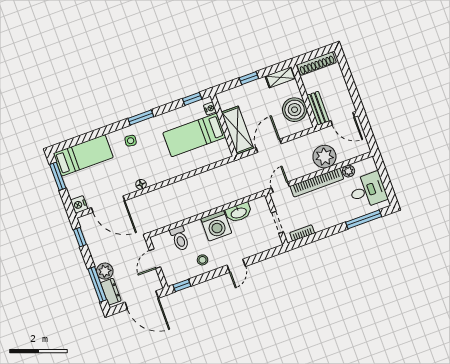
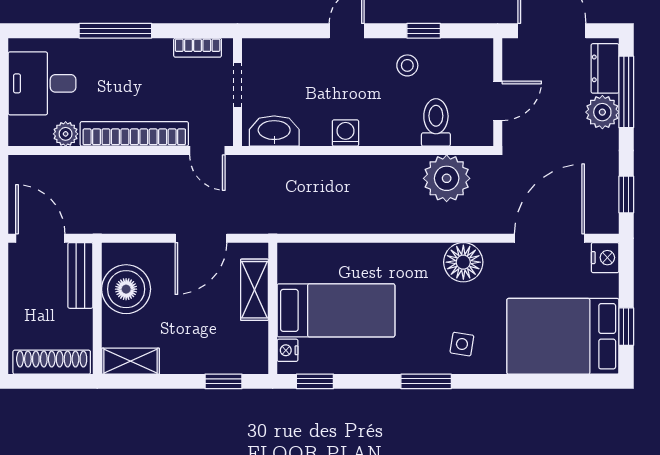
window: (249, 78) -> (224, 381), moved
shelving: (237, 130) -> (254, 290), width x0.67, depth x0.75
bed: (83, 155) -> (563, 336), width x1.50
plant: (324, 157) -> (447, 178), moved
window: (58, 176) -> (626, 327), width x0.67
floor lamp: (141, 184) -> (463, 262), width x1.89, depth x1.89
door: (280, 187) -> (207, 151), hinge flipped
door: (108, 204) -> (549, 238), hinge flipped
washbasin: (239, 213) -> (274, 131), moved
window: (364, 219) -> (115, 31), moved
washing machine: (216, 226) -> (345, 133), width x0.53, depth x0.53
window: (182, 286) -> (424, 31), moved

